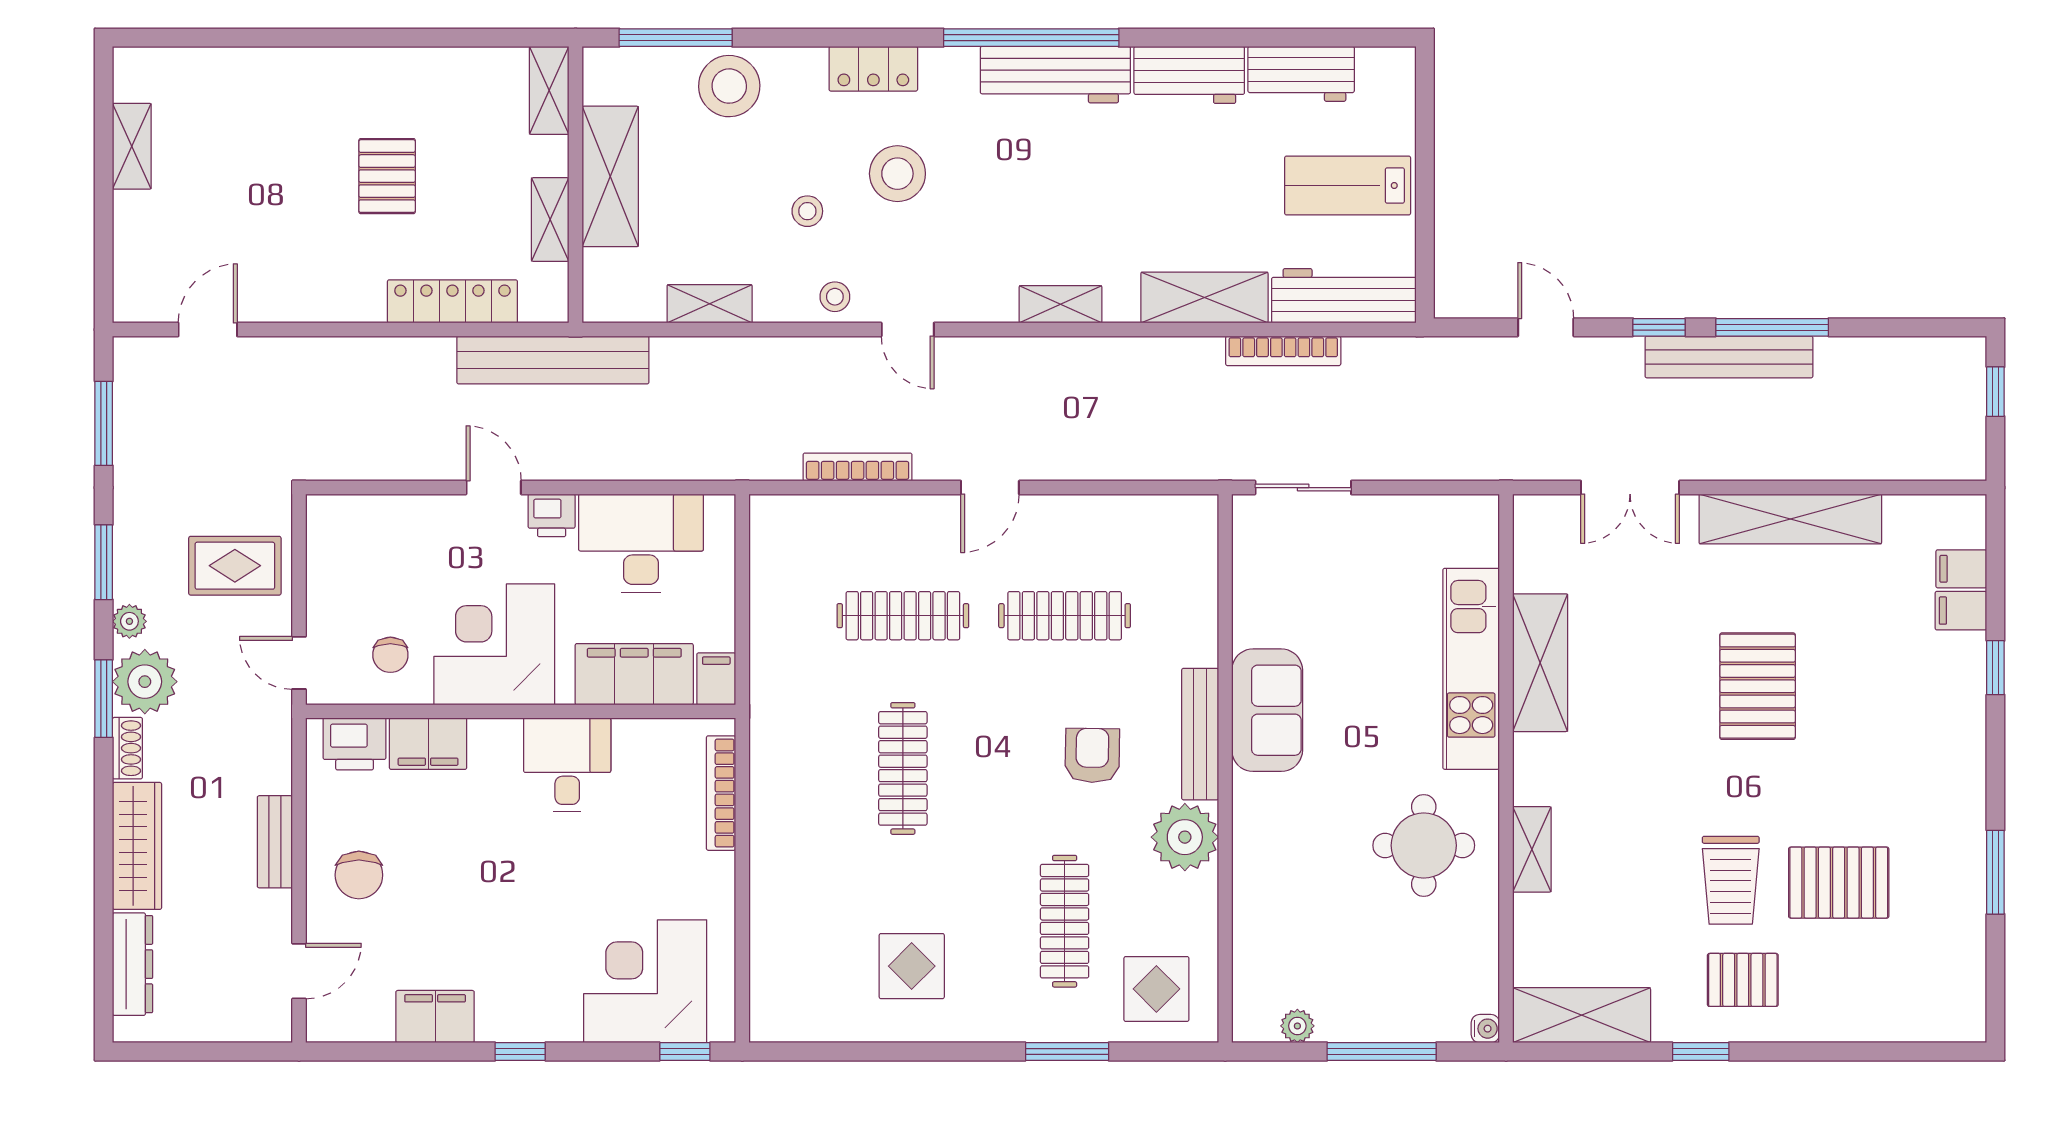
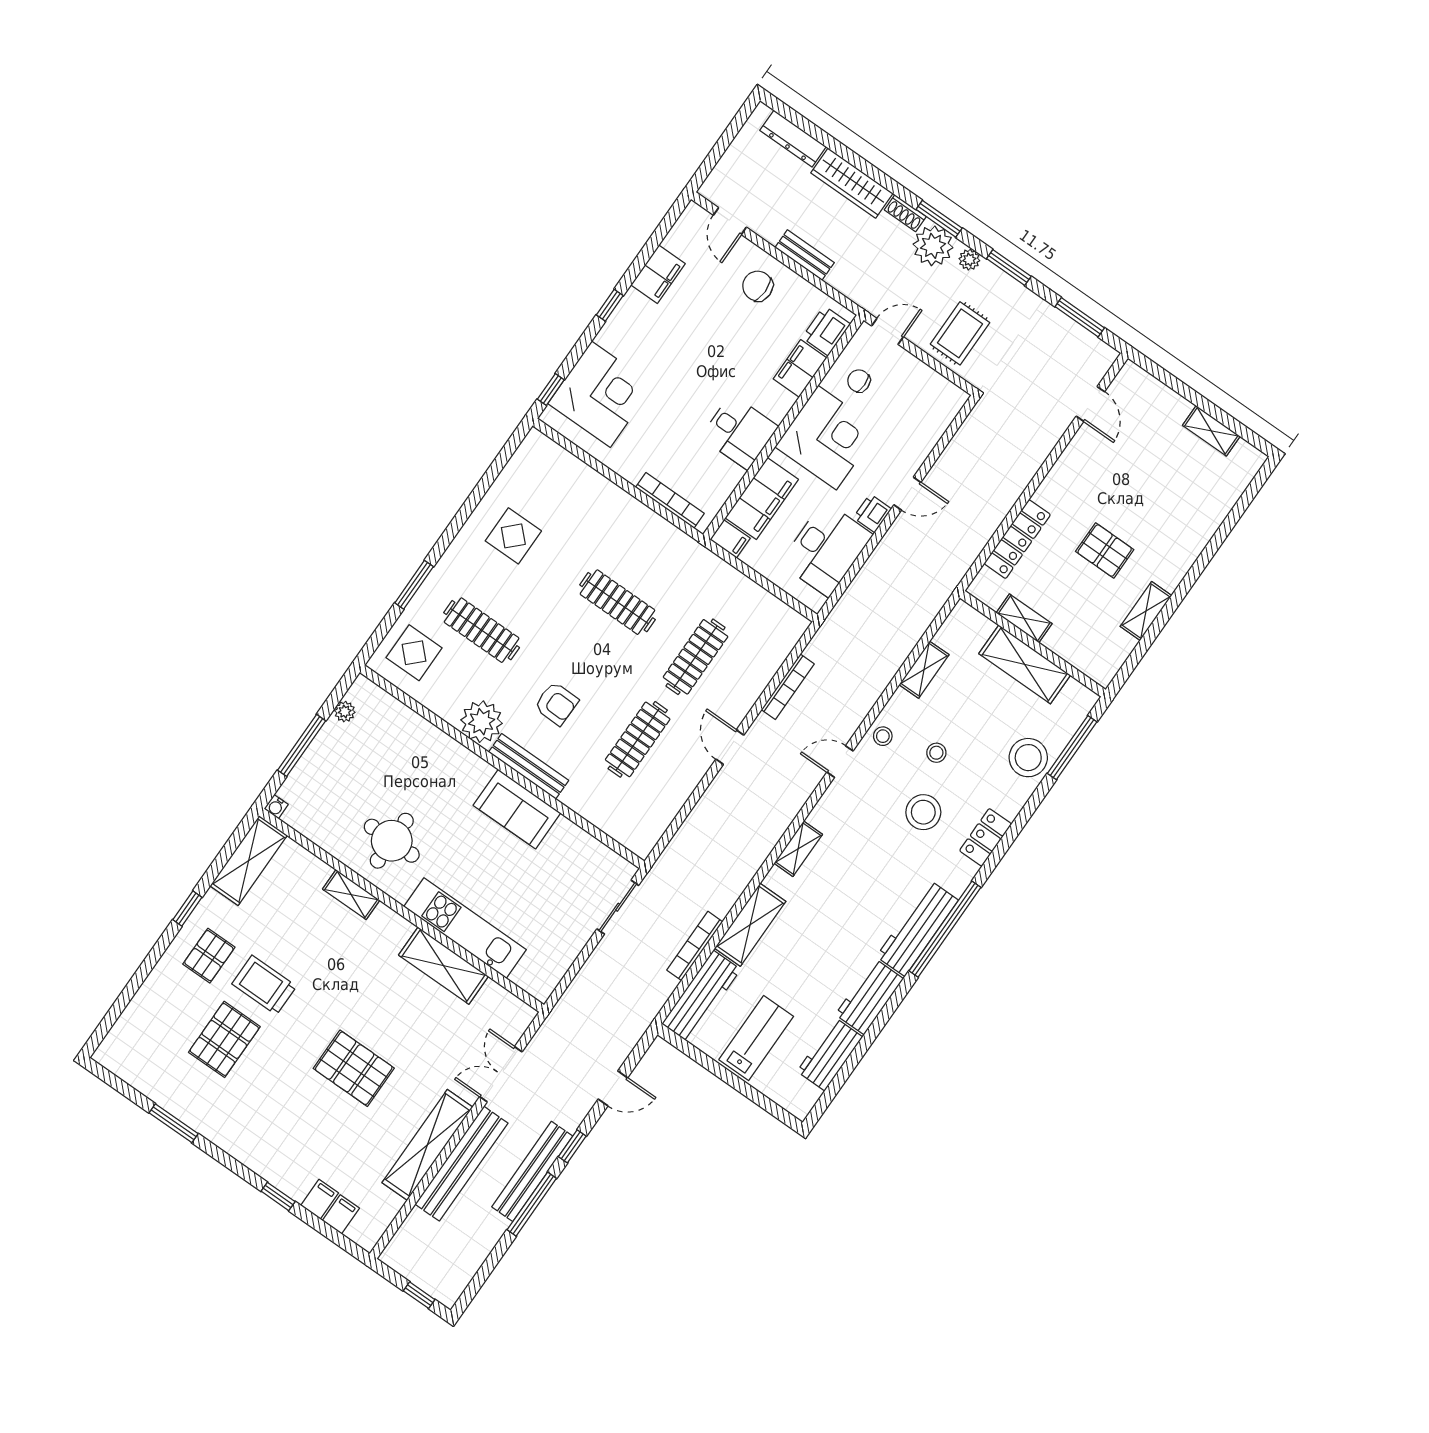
shelving: (549, 90) -> (1146, 611), moved, turned 90
bench: (553, 360) -> (461, 1164), moved

